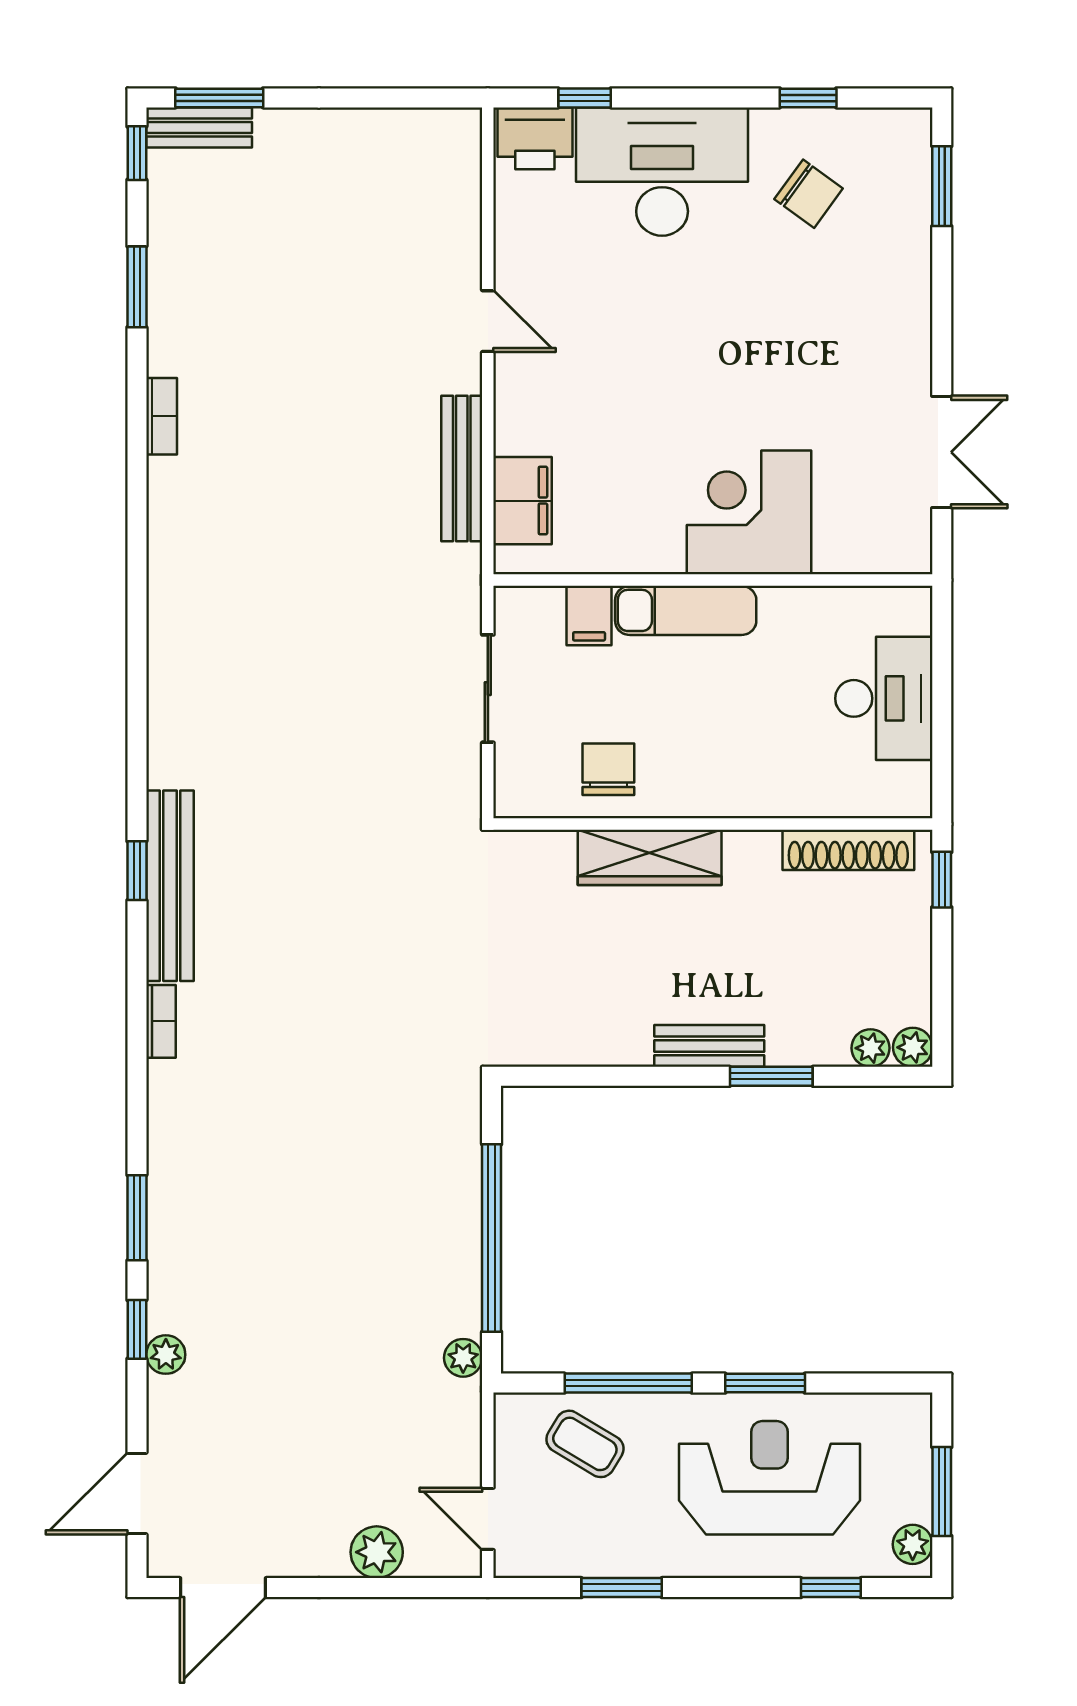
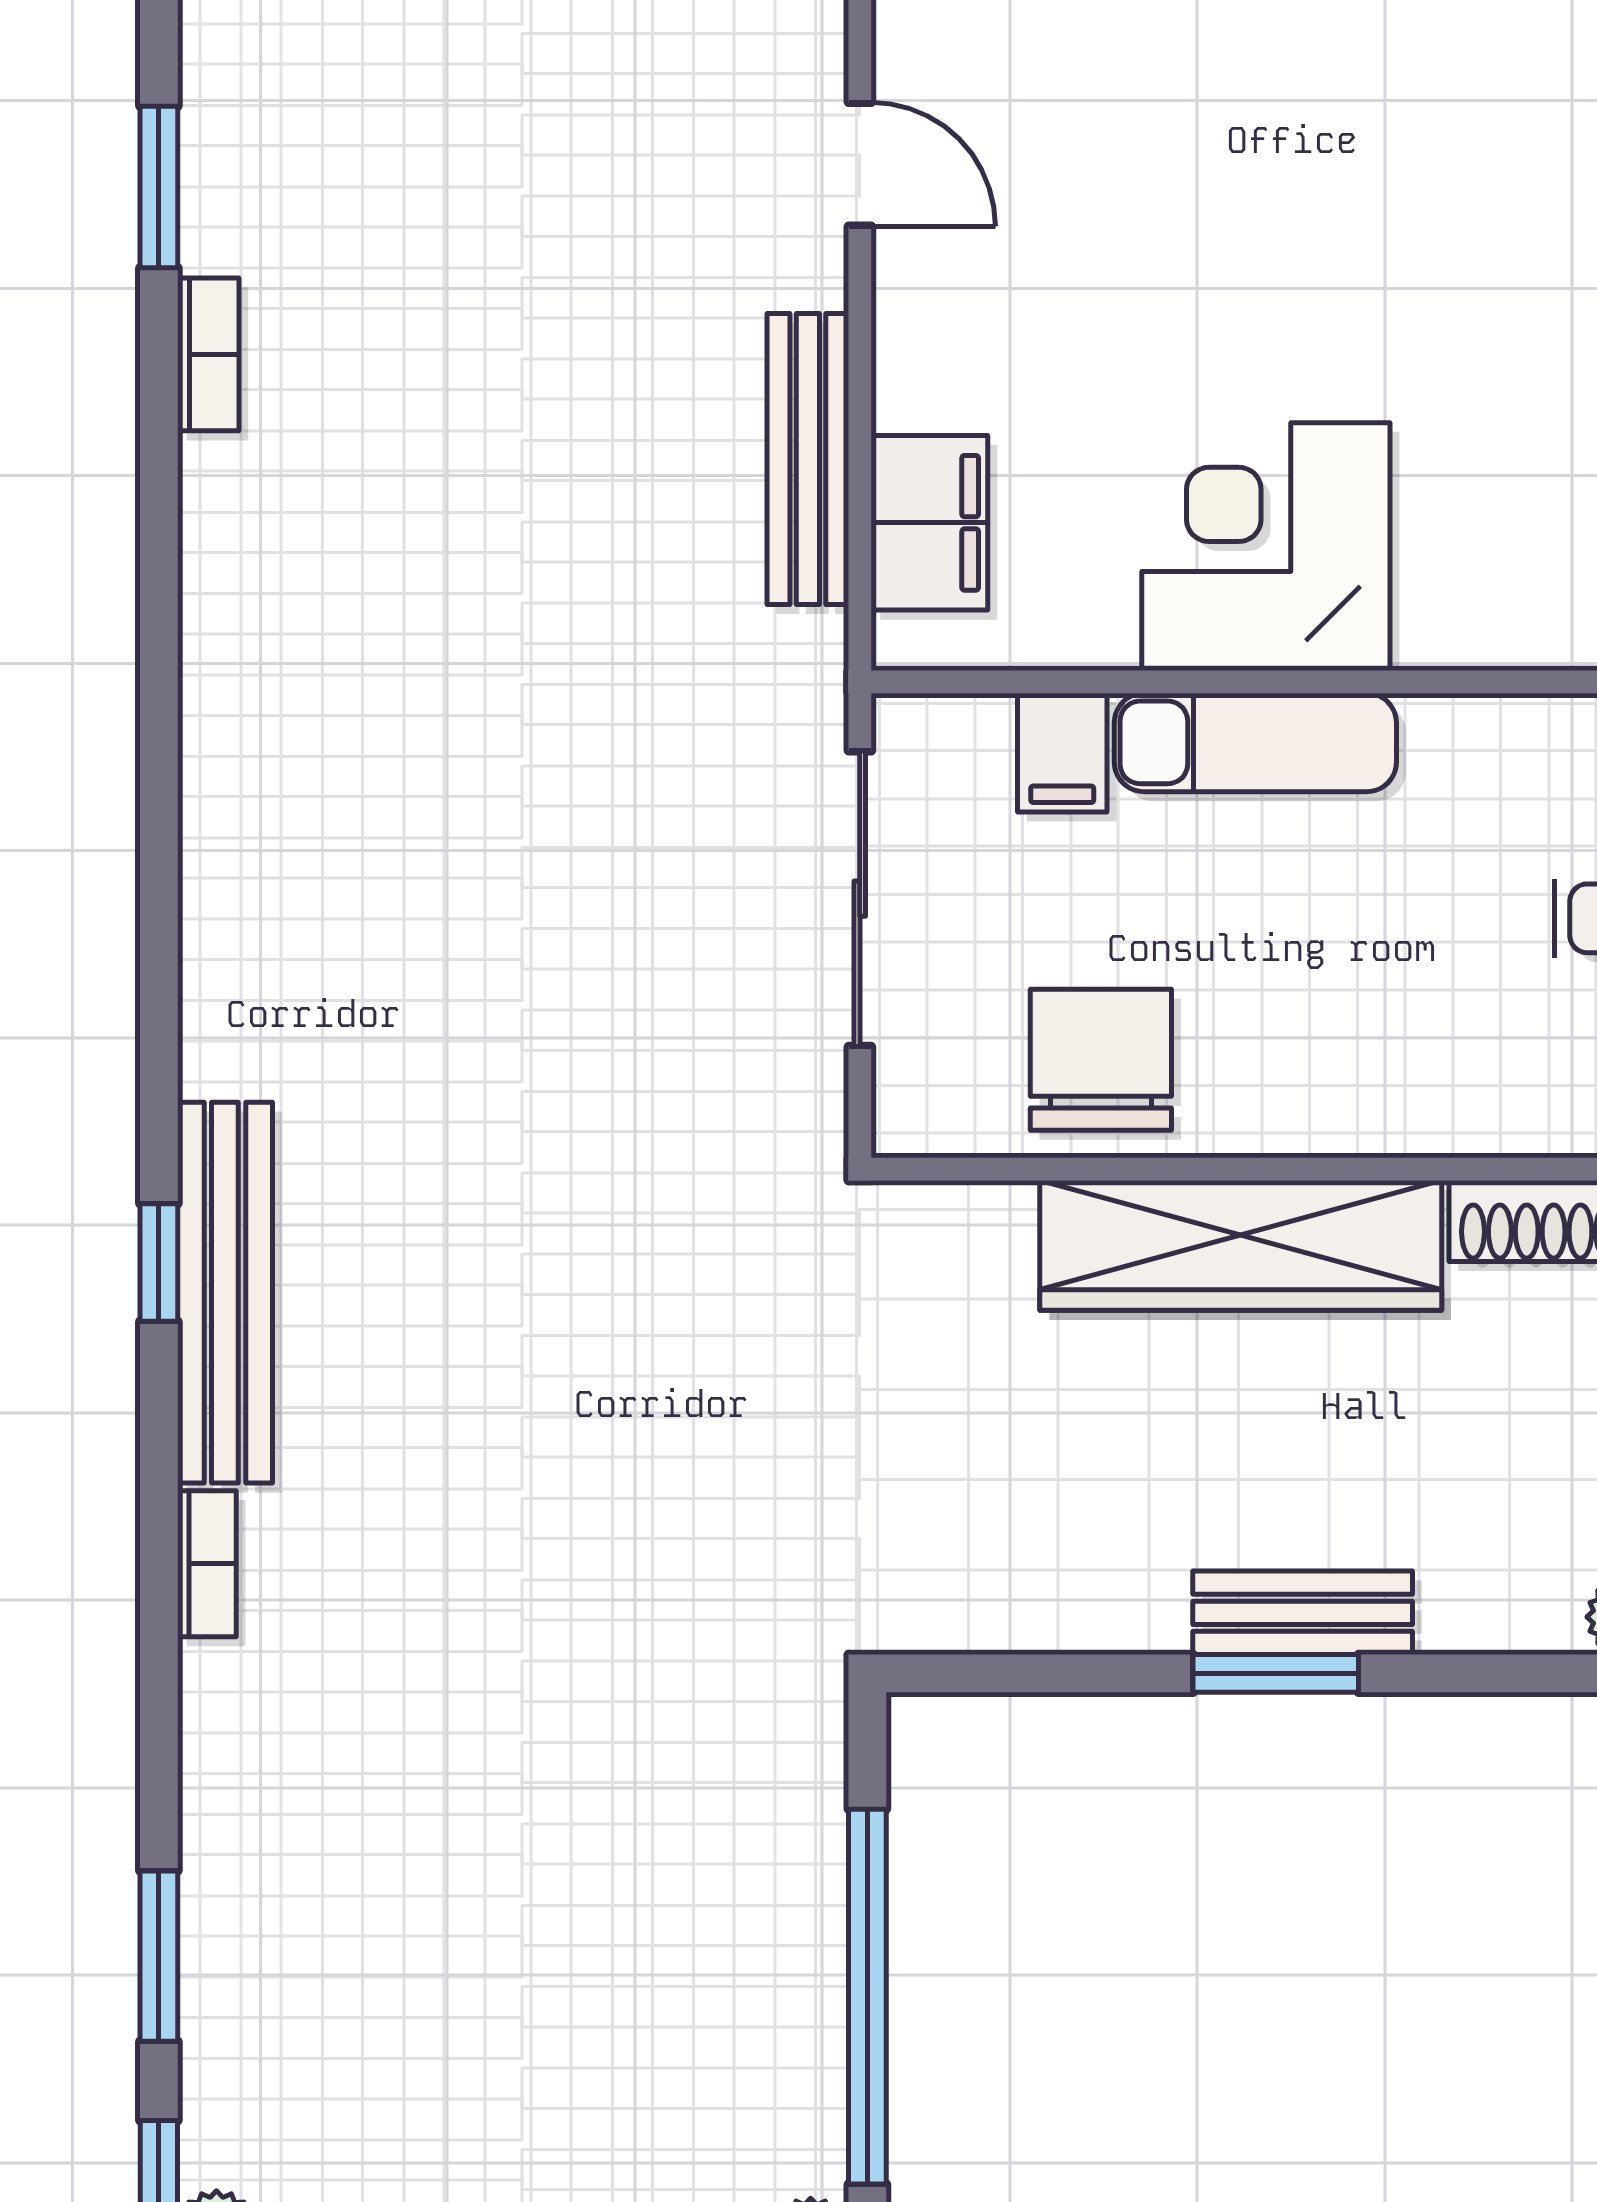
window: (137, 287) -> (159, 187), moved
corner desk: (749, 512) -> (1266, 547), moved
sliding door: (488, 689) -> (860, 899), width x1.37
chair: (608, 769) -> (1101, 1060), width x1.37, depth x1.37
wardrobe: (650, 857) -> (1241, 1245), width x1.40, depth x1.17
window: (771, 1076) -> (1276, 1673), moved

